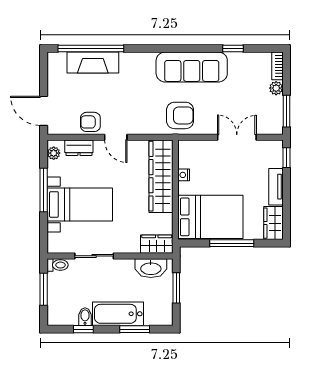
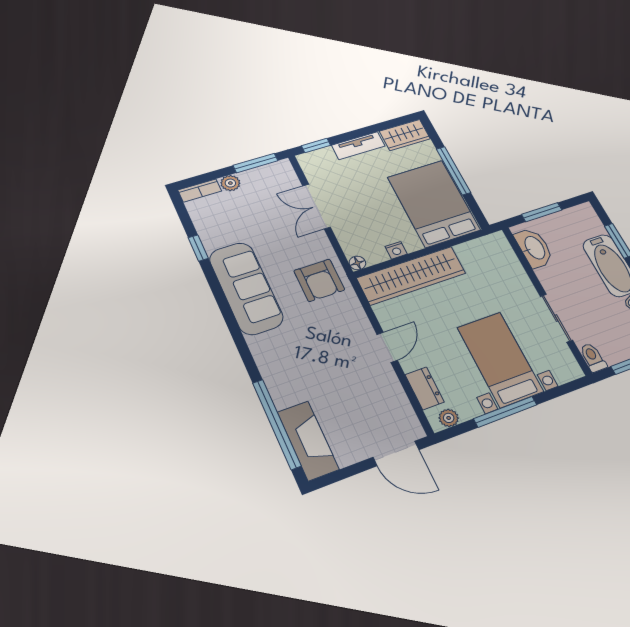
fireplace: (93, 63) -> (308, 441), moved
door: (44, 111) -> (396, 453), hinge flipped
armchair: (180, 115) -> (319, 280), turned 180
armchair: (90, 122) -> (382, 387), removed
floor lamp: (184, 145) -> (357, 263), added
wardrobe: (157, 244) -> (501, 251), removed

